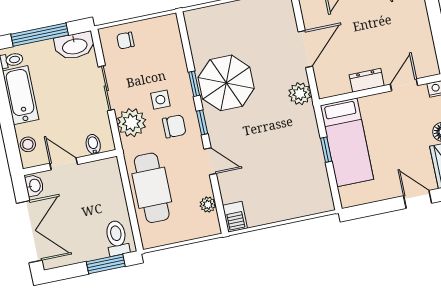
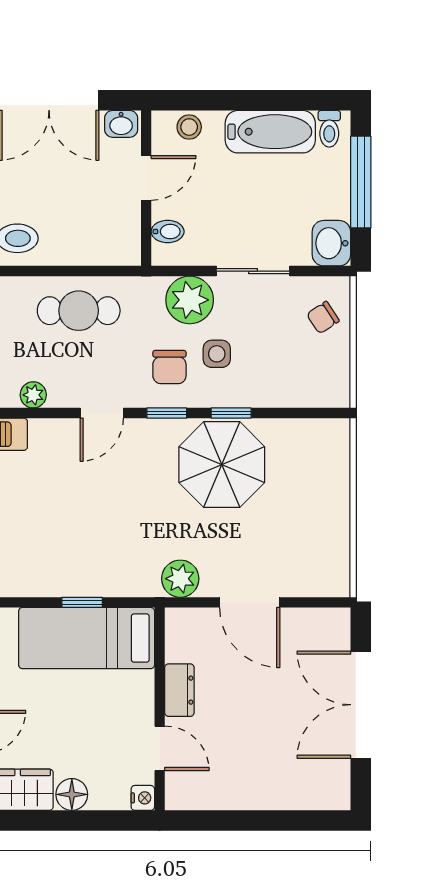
chair: (125, 41) -> (323, 318), turned -123
washbasin: (75, 46) -> (331, 243), width x0.72
cafe table: (152, 188) -> (79, 311), width x0.73, depth x0.74

